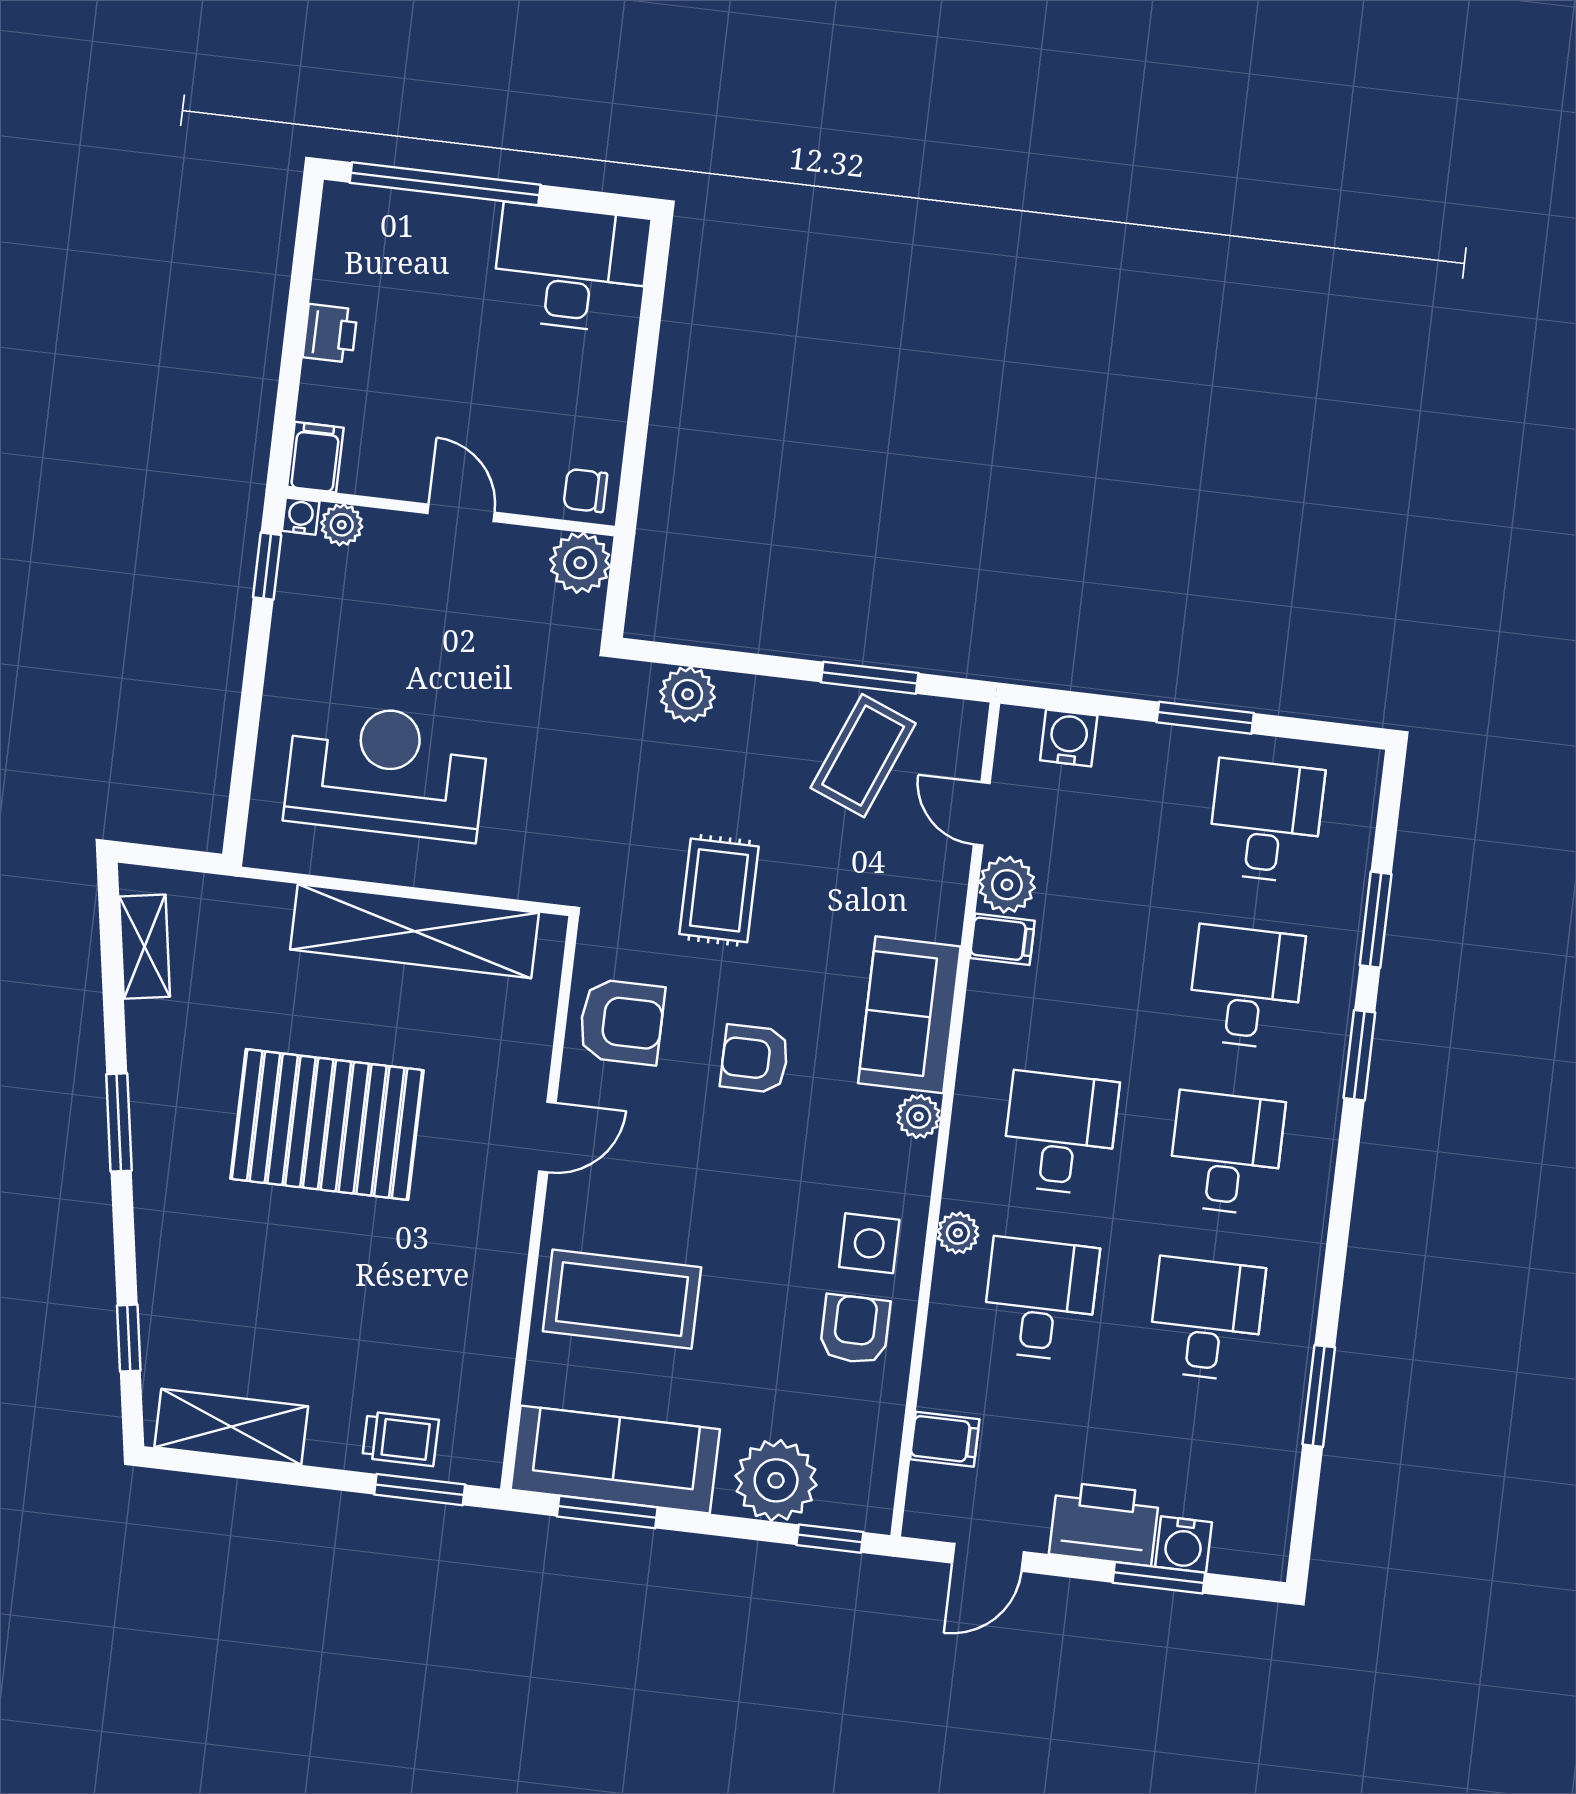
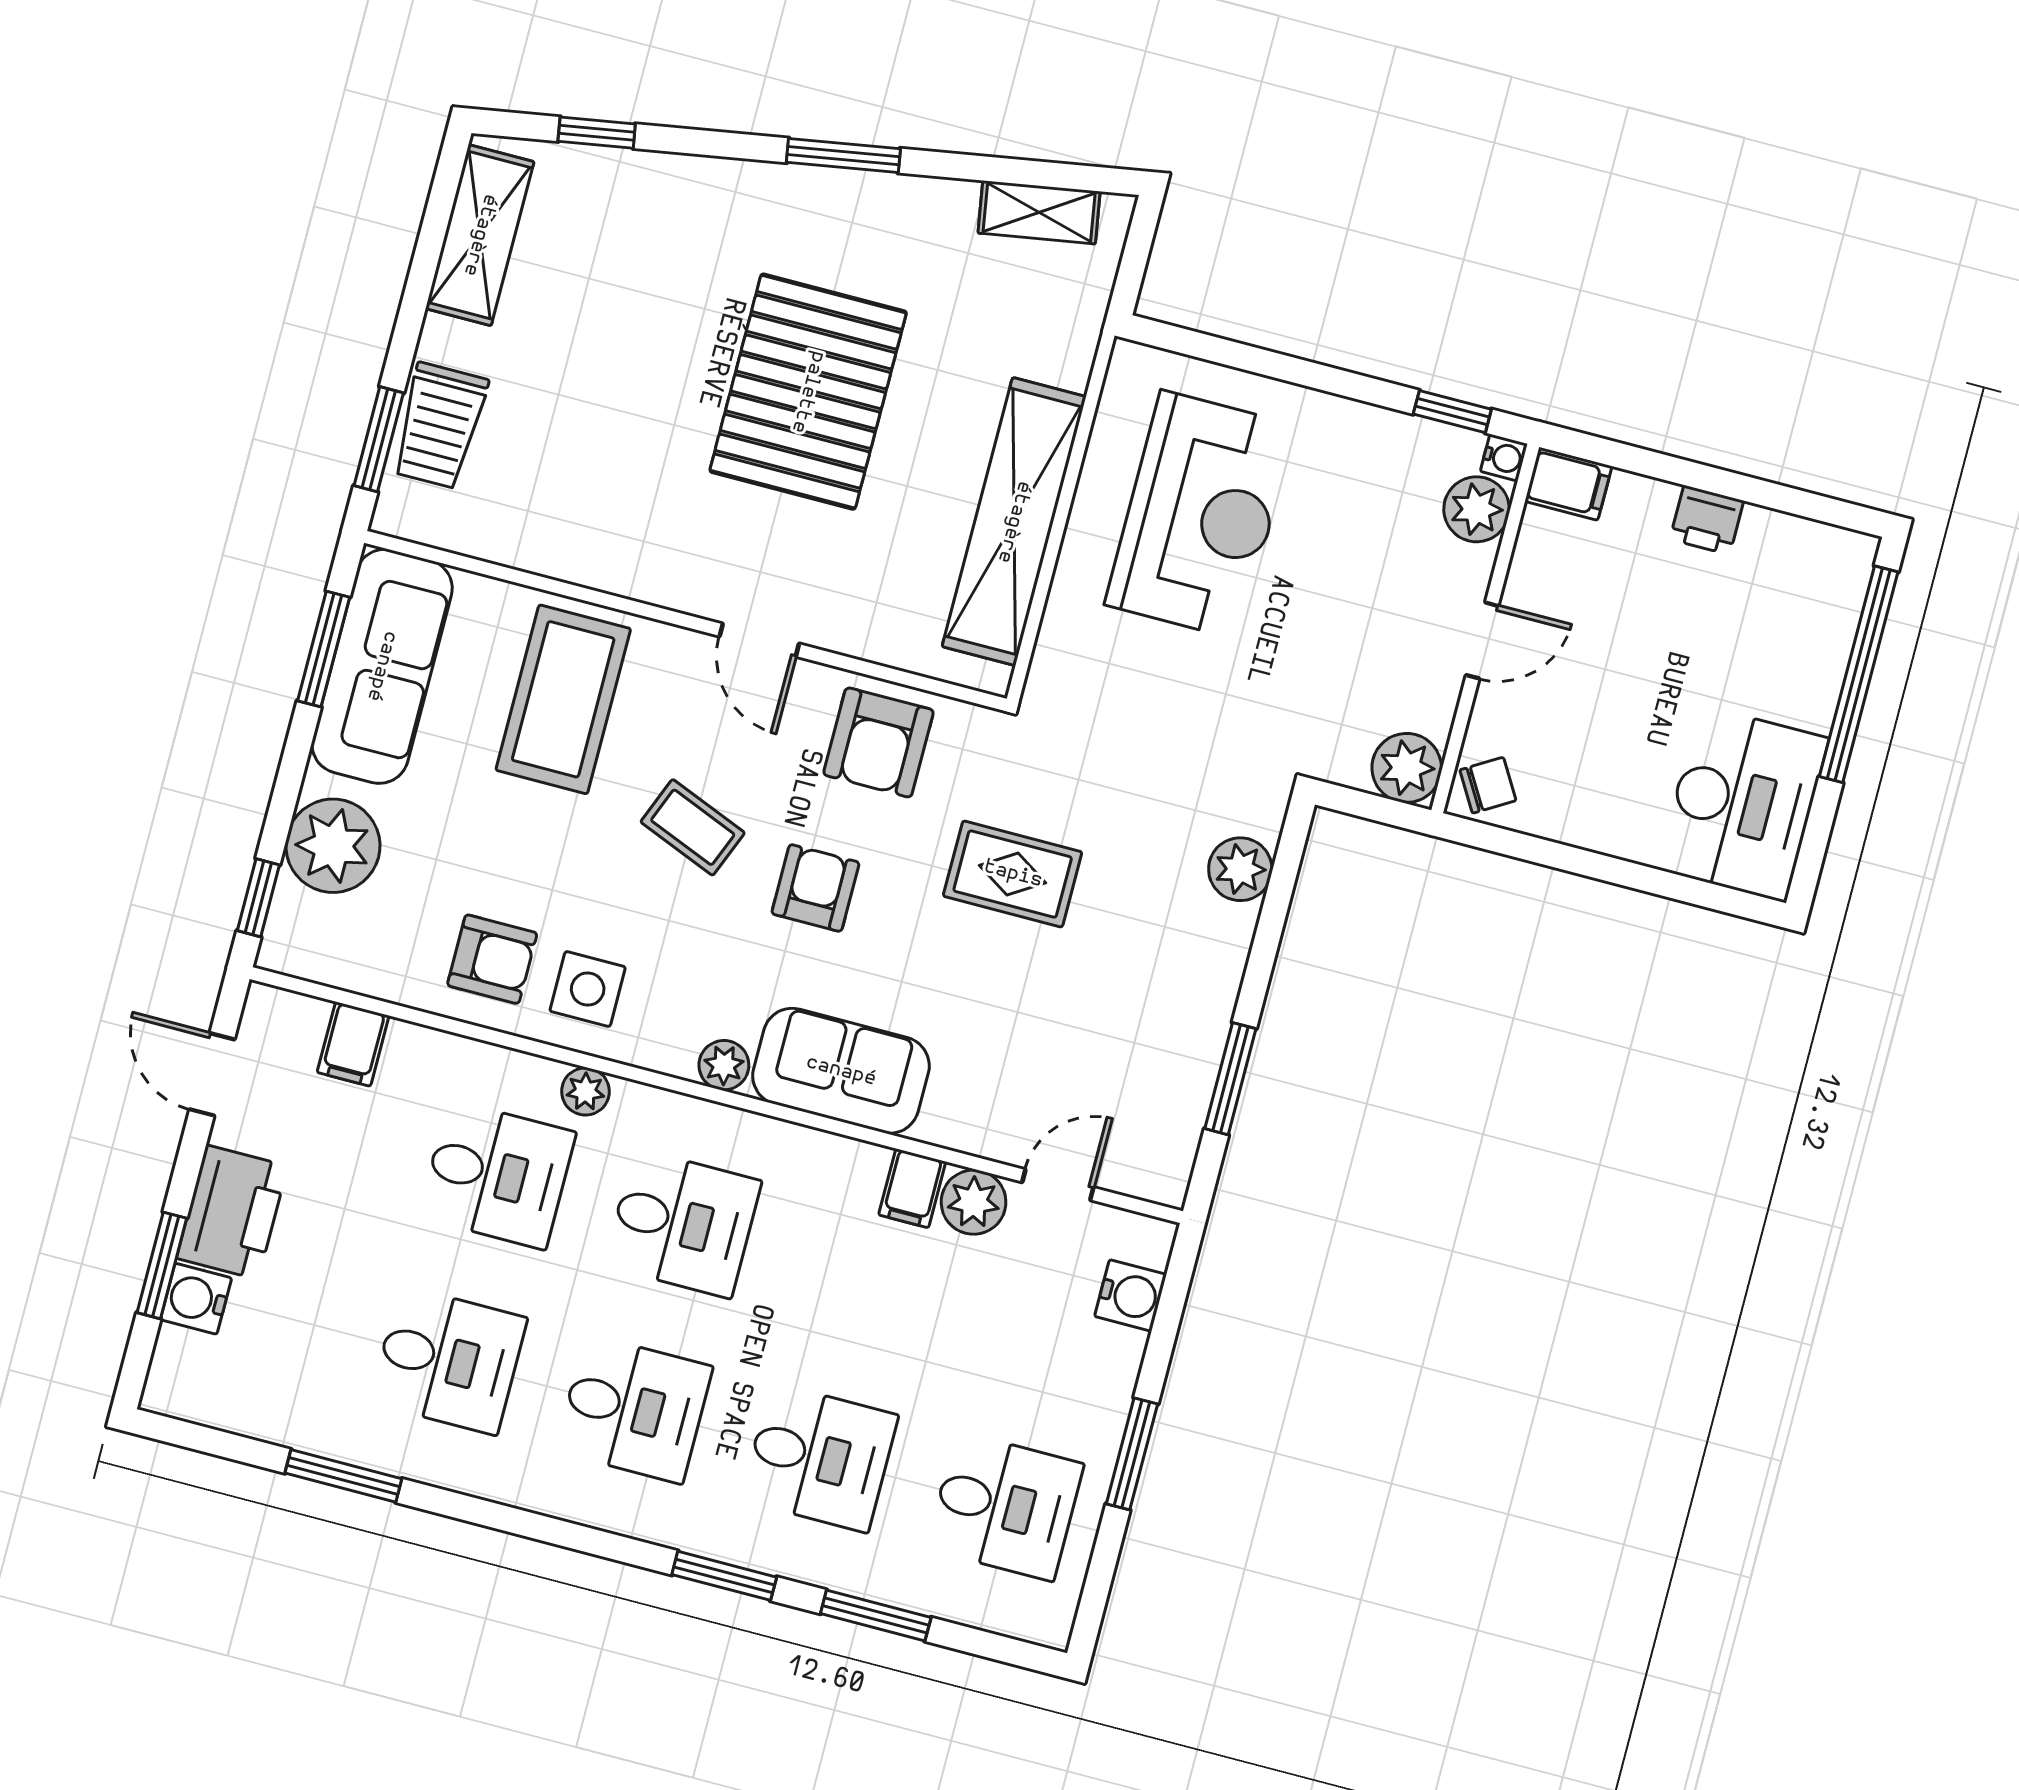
chair: (585, 491) -> (1488, 785), turned 59
plant: (342, 525) -> (1477, 509), width x1.38, depth x1.38
coffee table: (863, 756) -> (693, 827), moved, width x0.73, depth x0.77
trolley: (401, 1439) -> (439, 426), width x1.36, depth x1.39

